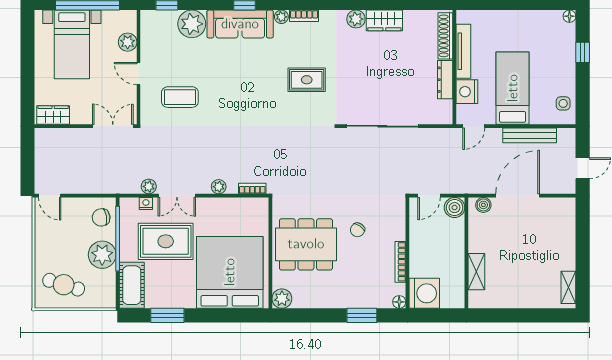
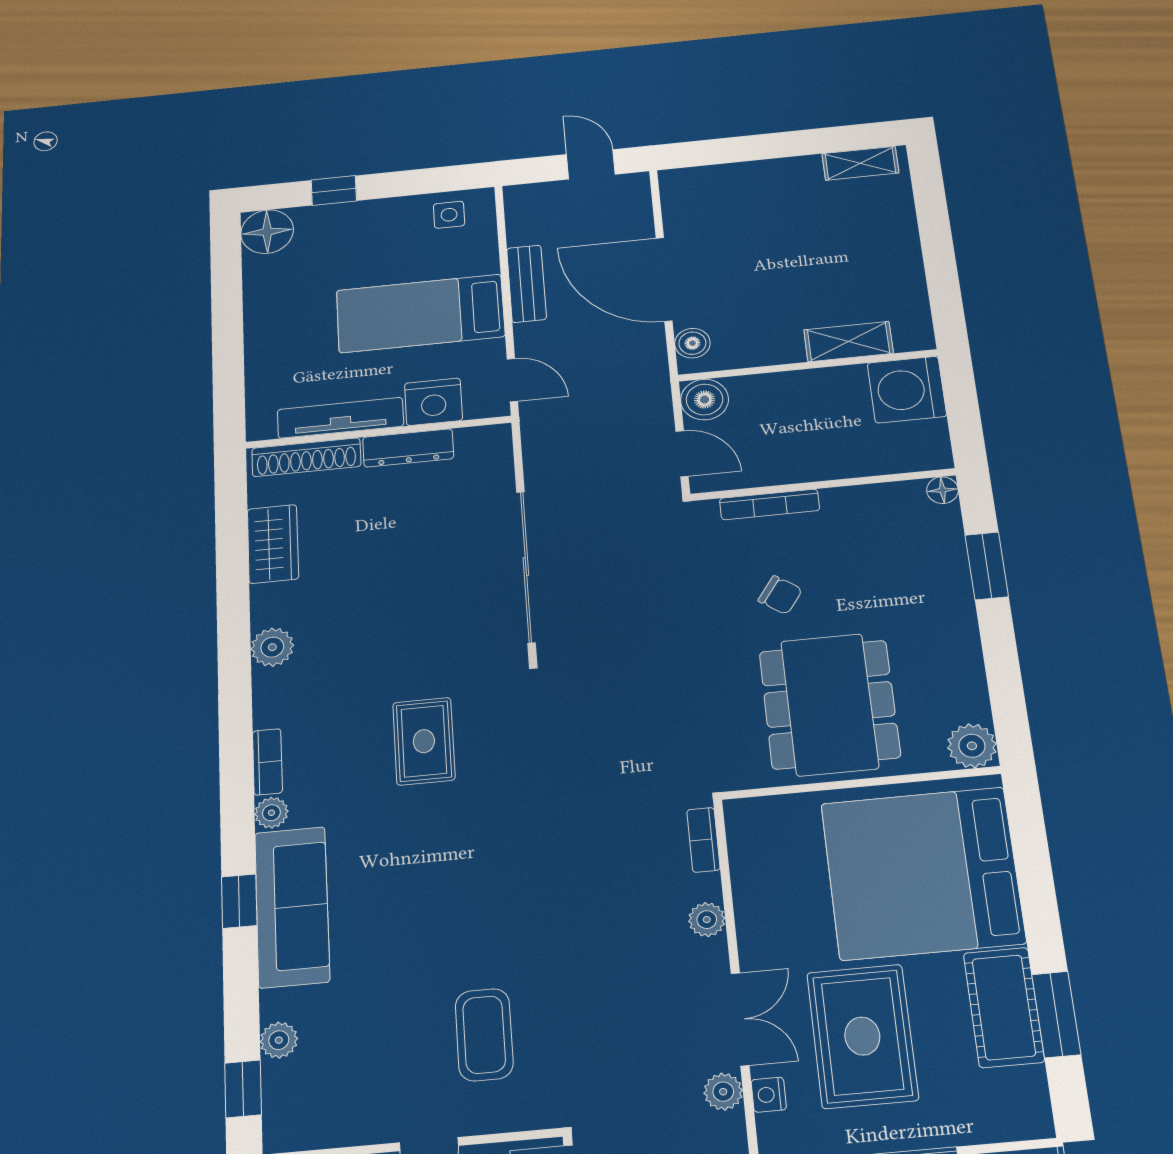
floor lamp: (569, 16) -> (267, 232), width x1.89, depth x1.89
wardrobe: (384, 20) -> (273, 544), moved
plant: (192, 24) -> (279, 1040), width x0.53, depth x0.53
bench: (530, 135) -> (526, 284), width x0.73
bookcase: (400, 262) -> (770, 504), moved
cot: (132, 285) -> (1004, 1007), moved, turned 90
washing machine: (424, 293) -> (907, 390), moved, turned -90

